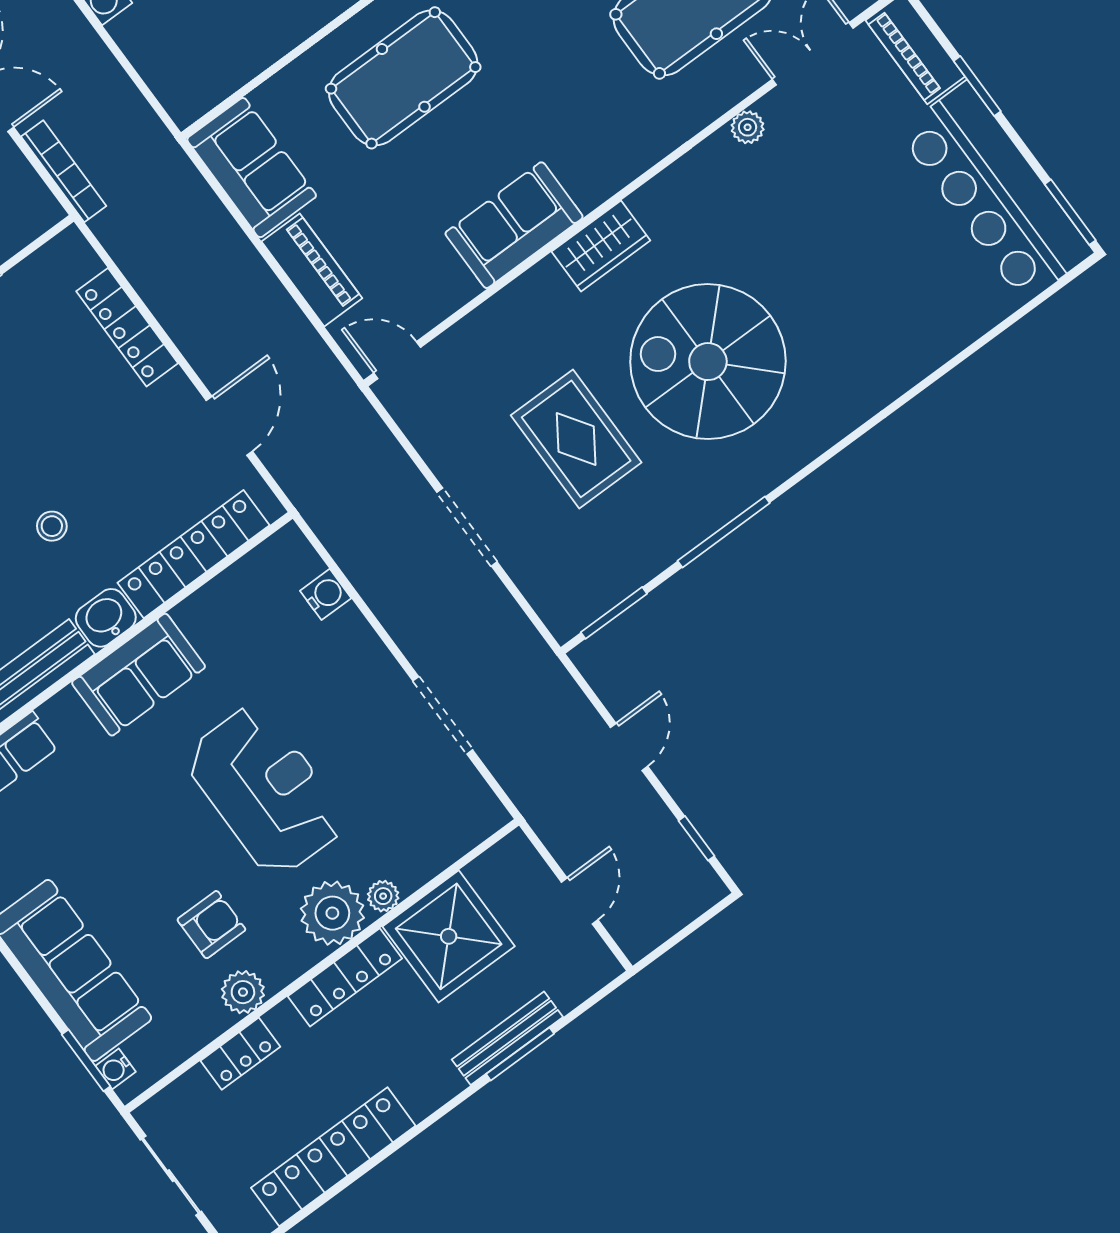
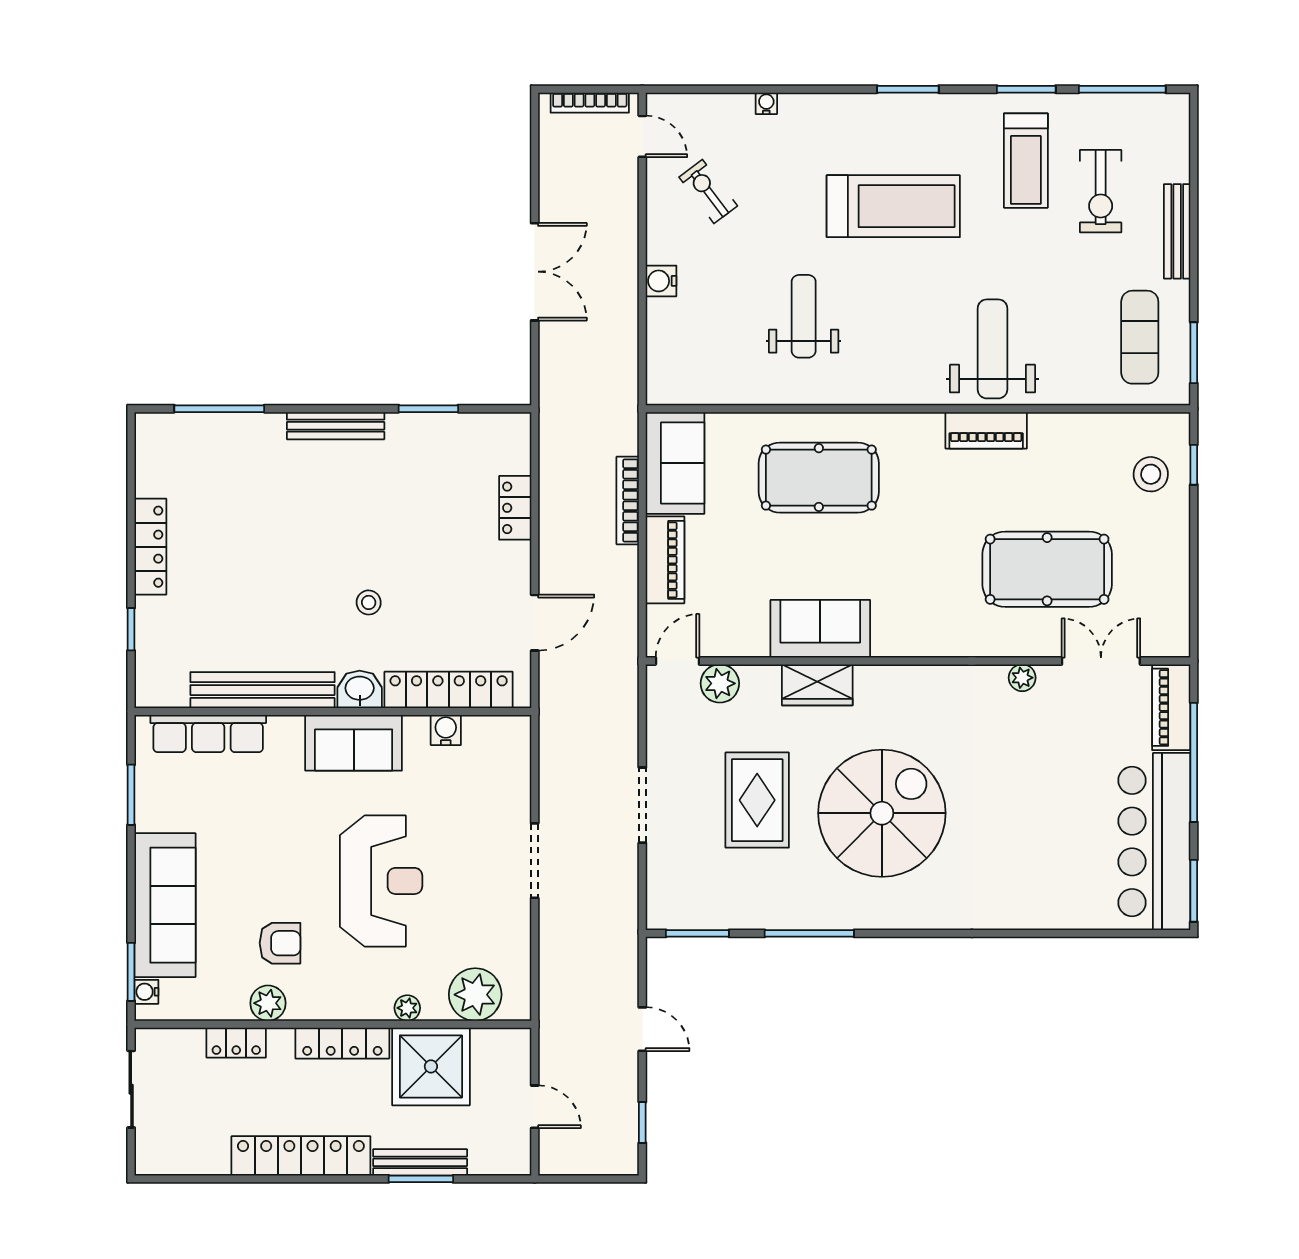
window: (977, 86) -> (1194, 762), width x2.11
bookcase: (64, 171) -> (628, 501), moved, turned 180
wardrobe: (601, 246) -> (817, 685), moved
locker: (127, 327) -> (515, 508), width x0.66
plant: (455, 352) -> (720, 683), added
door: (397, 360) -> (677, 661), hinge flipped
spiral stairs: (708, 362) -> (882, 813), turned 90
water cooler: (326, 594) -> (446, 730), moved, turned -90
doorway: (443, 715) -> (535, 861), moved
door: (629, 747) -> (642, 1029), hinge flipped
door: (580, 901) -> (535, 1107), hinge flipped
plant: (332, 913) -> (475, 995), moved
locker: (333, 1157) -> (301, 1156), moved

